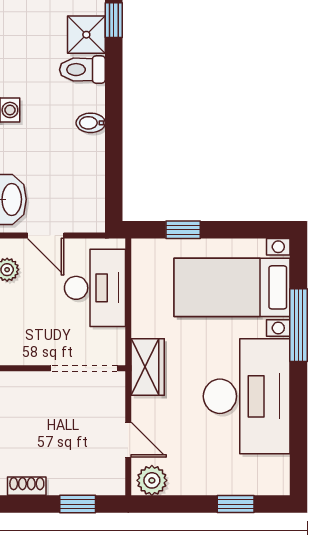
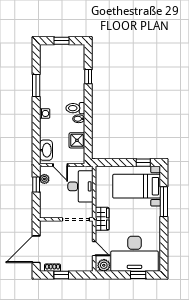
shower: (86, 35) -> (77, 140), moved
toilet: (82, 70) -> (75, 108), moved
window: (183, 230) -> (143, 163), moved
desk: (247, 396) -> (135, 254), moved, turned 90
window: (78, 504) -> (61, 275), moved

